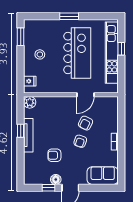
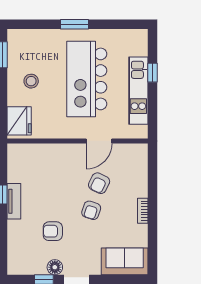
kitchen island: (77, 53) -> (87, 79), turned 180
kitchen unit: (112, 53) -> (138, 91), width x0.73
fridge: (30, 81) -> (19, 121), width x1.88, depth x1.34
plant: (30, 102) -> (16, 152), removed
tv unit: (28, 135) -> (14, 201), width x0.71

